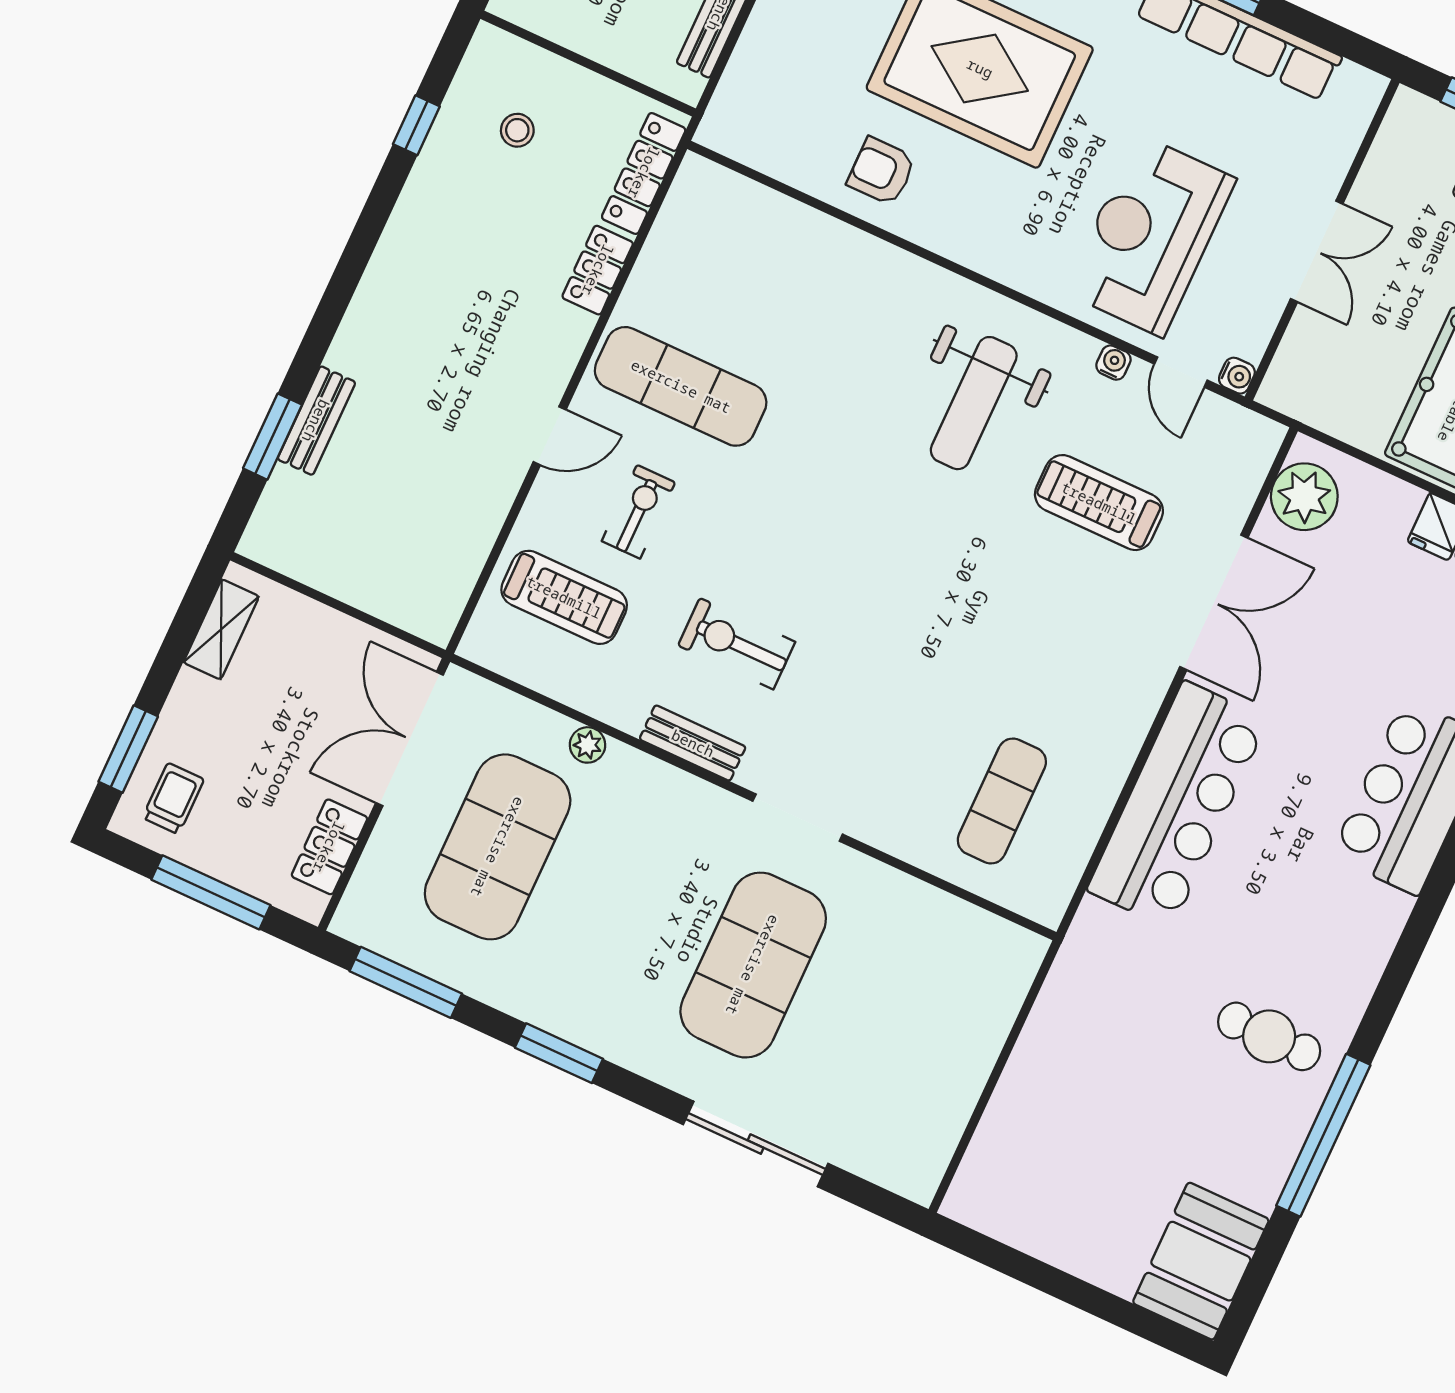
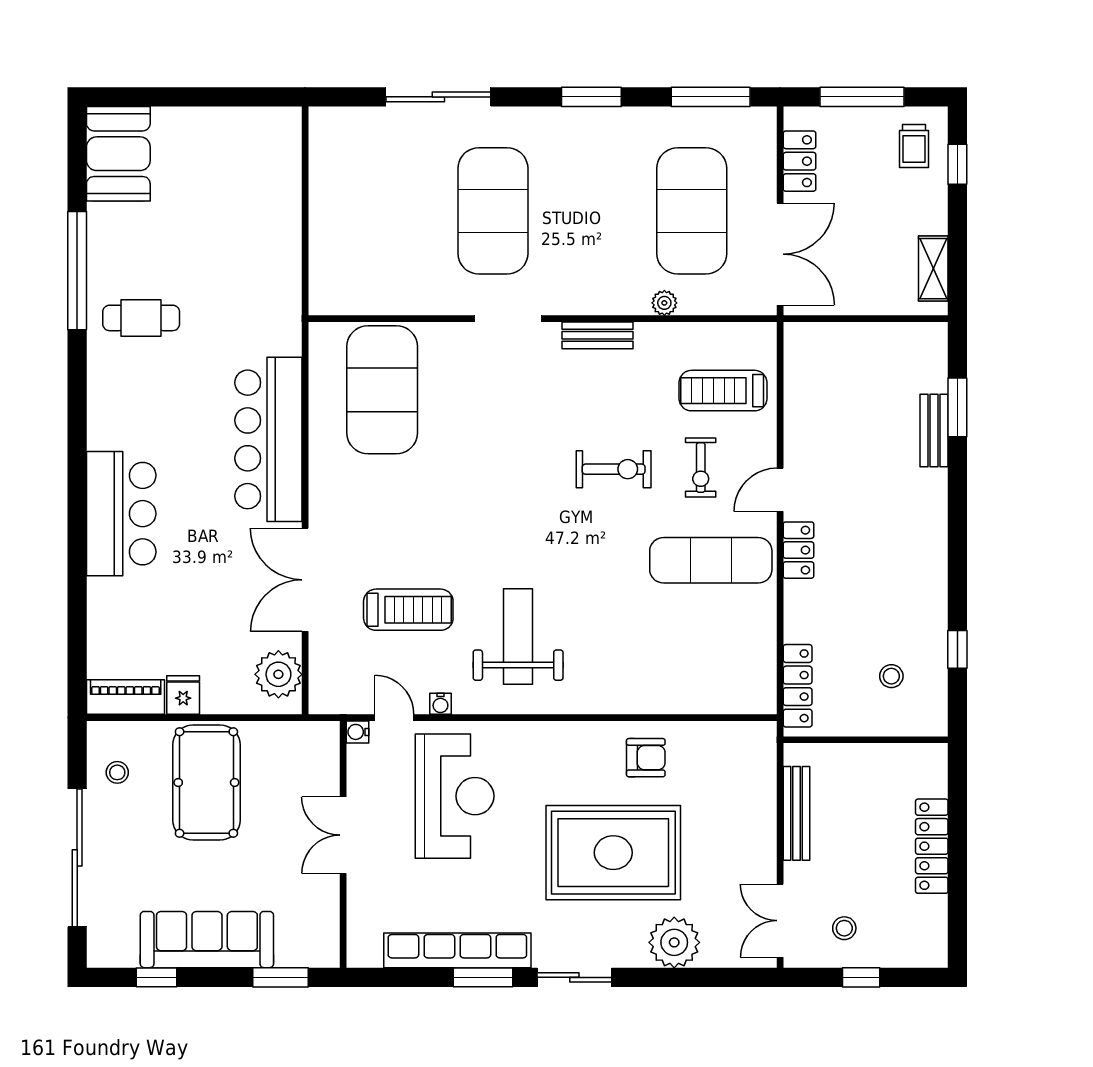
locker: (598, 270) -> (798, 550), moved
exercise bike: (737, 644) -> (614, 469), moved
window: (128, 749) -> (957, 164), width x0.67
exercise mat: (1002, 801) -> (382, 390), width x2.00, depth x1.45

